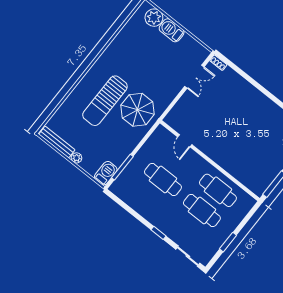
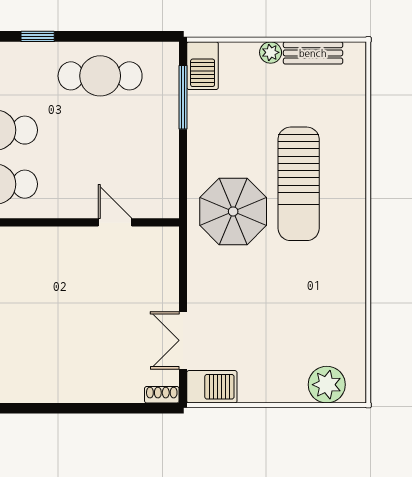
barbecue: (172, 30) -> (212, 387), moved
sun lounger: (105, 101) -> (299, 184), turned 180
bench: (57, 142) -> (313, 53), width x0.73
cafe table: (163, 180) -> (100, 76), moved

